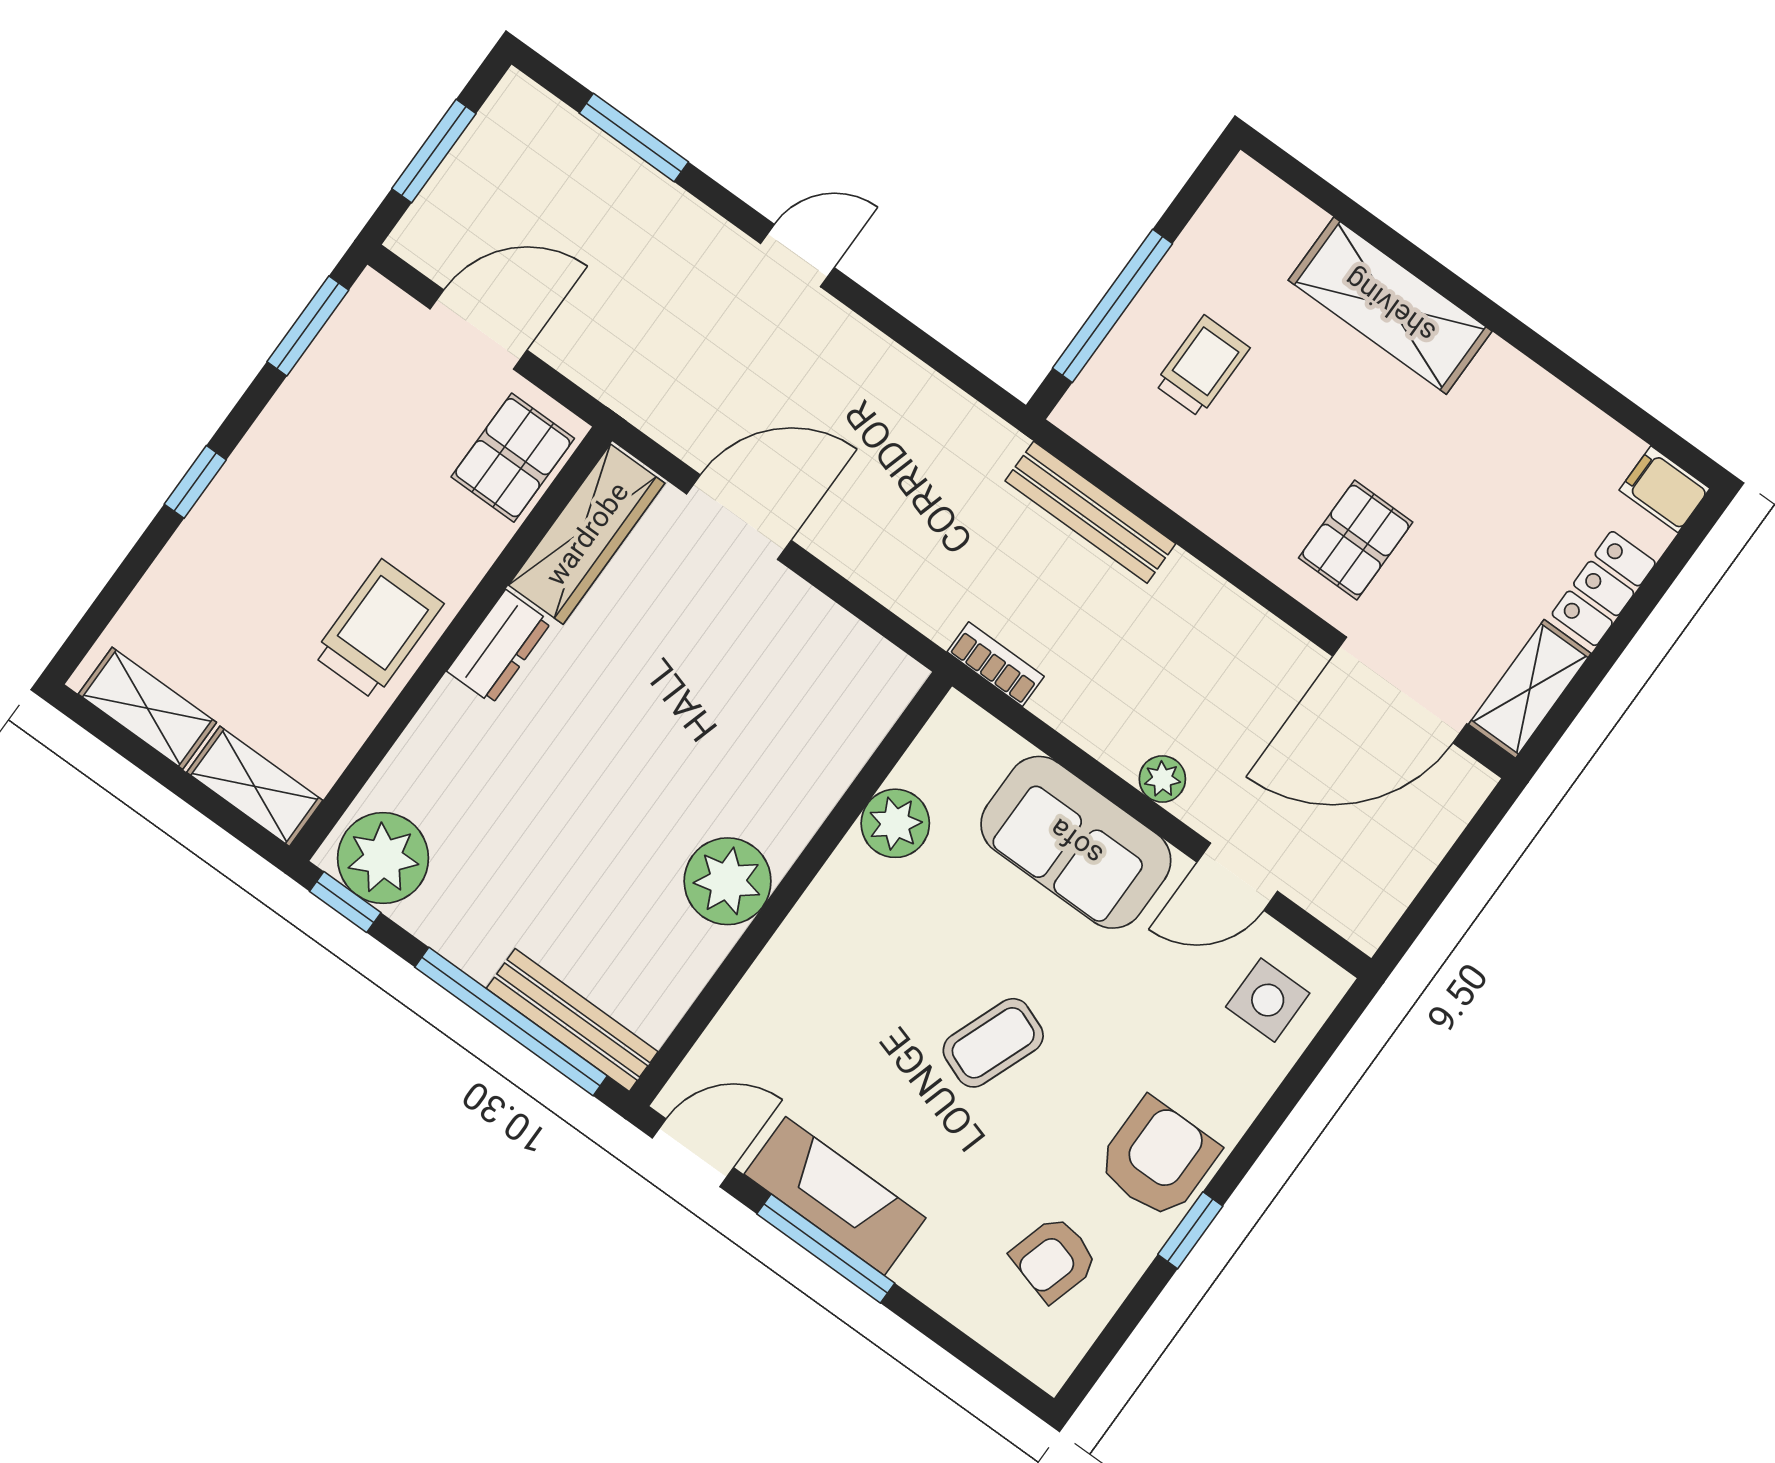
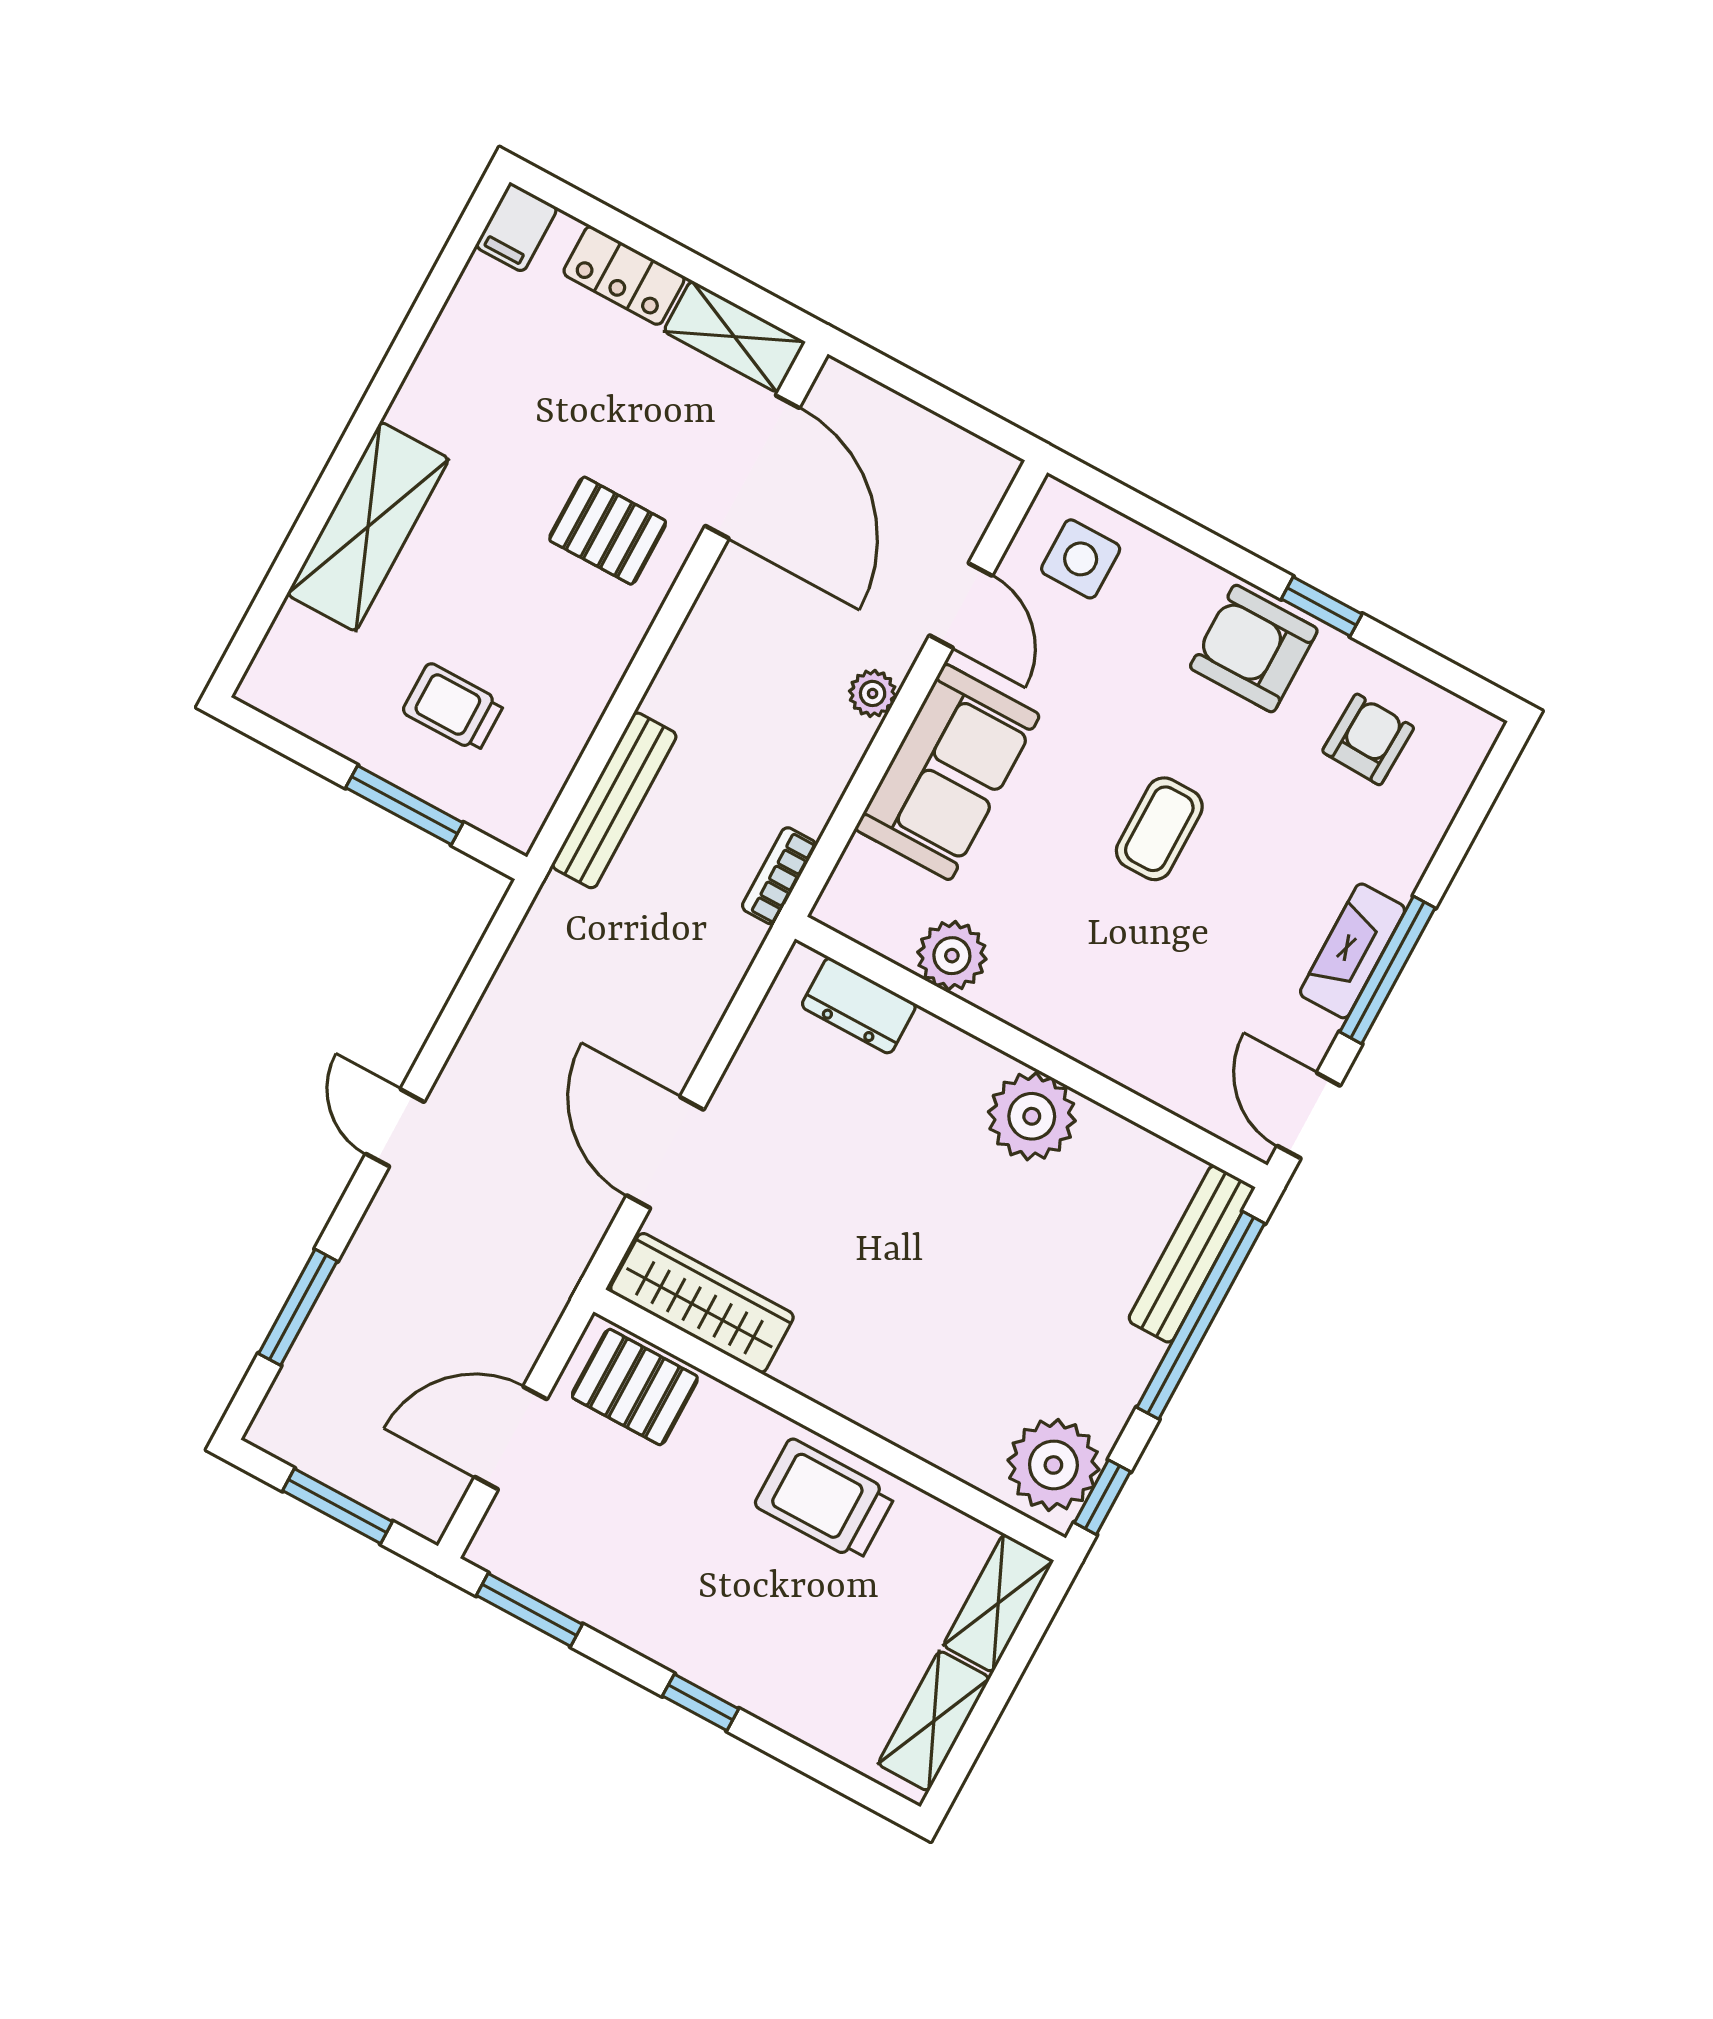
window: (1112, 306) -> (404, 805), width x0.69
door: (479, 329) -> (511, 1438), hinge flipped
dresser: (499, 647) -> (859, 1006), moved, turned 180
coffee table: (993, 1043) -> (1159, 829), turned 69
fireplace: (835, 1196) -> (1353, 951), width x0.73, depth x0.76
armchair: (1054, 1259) -> (1368, 739), turned -104

